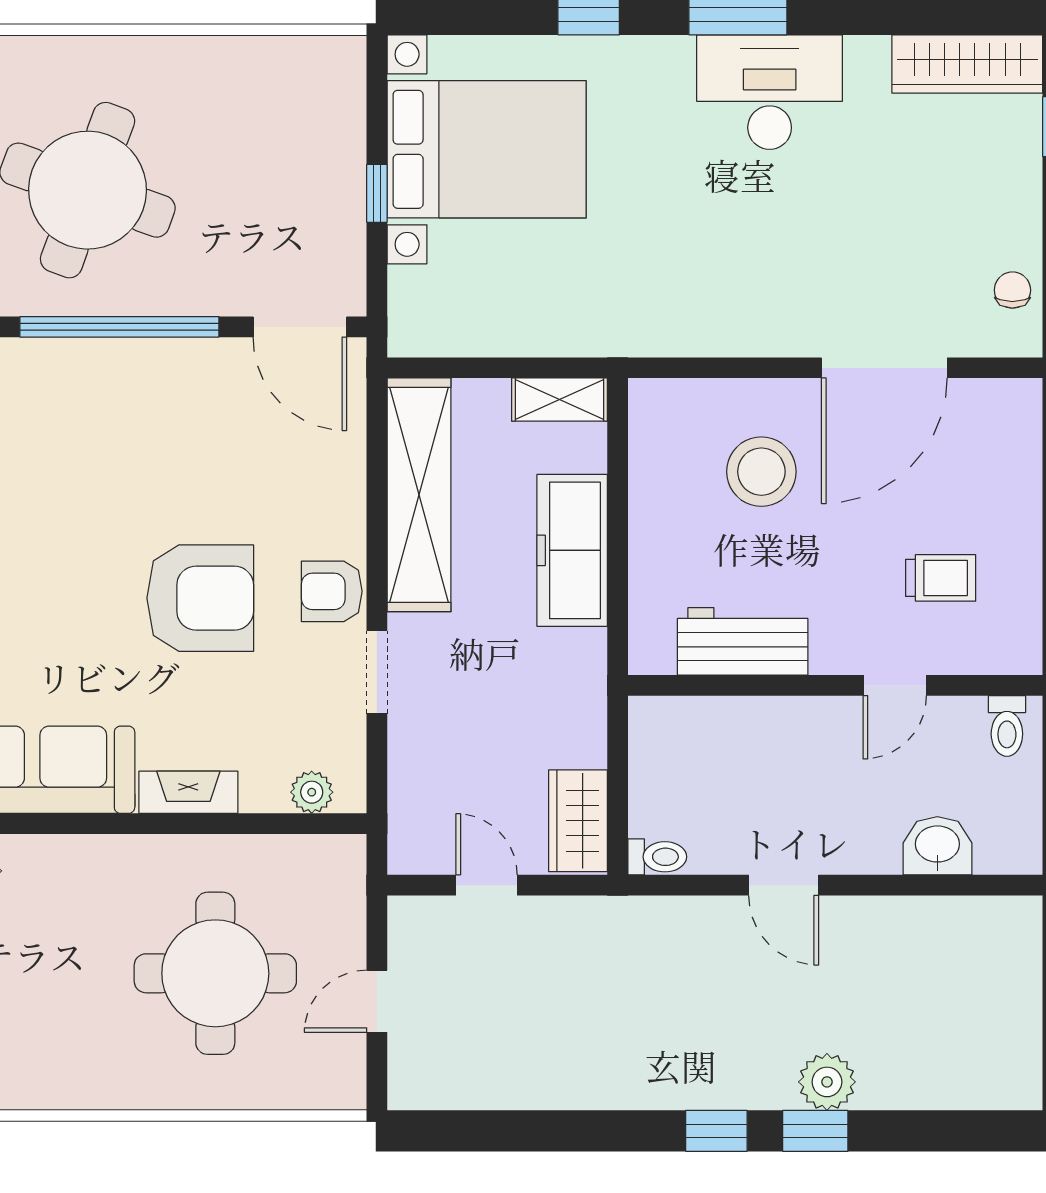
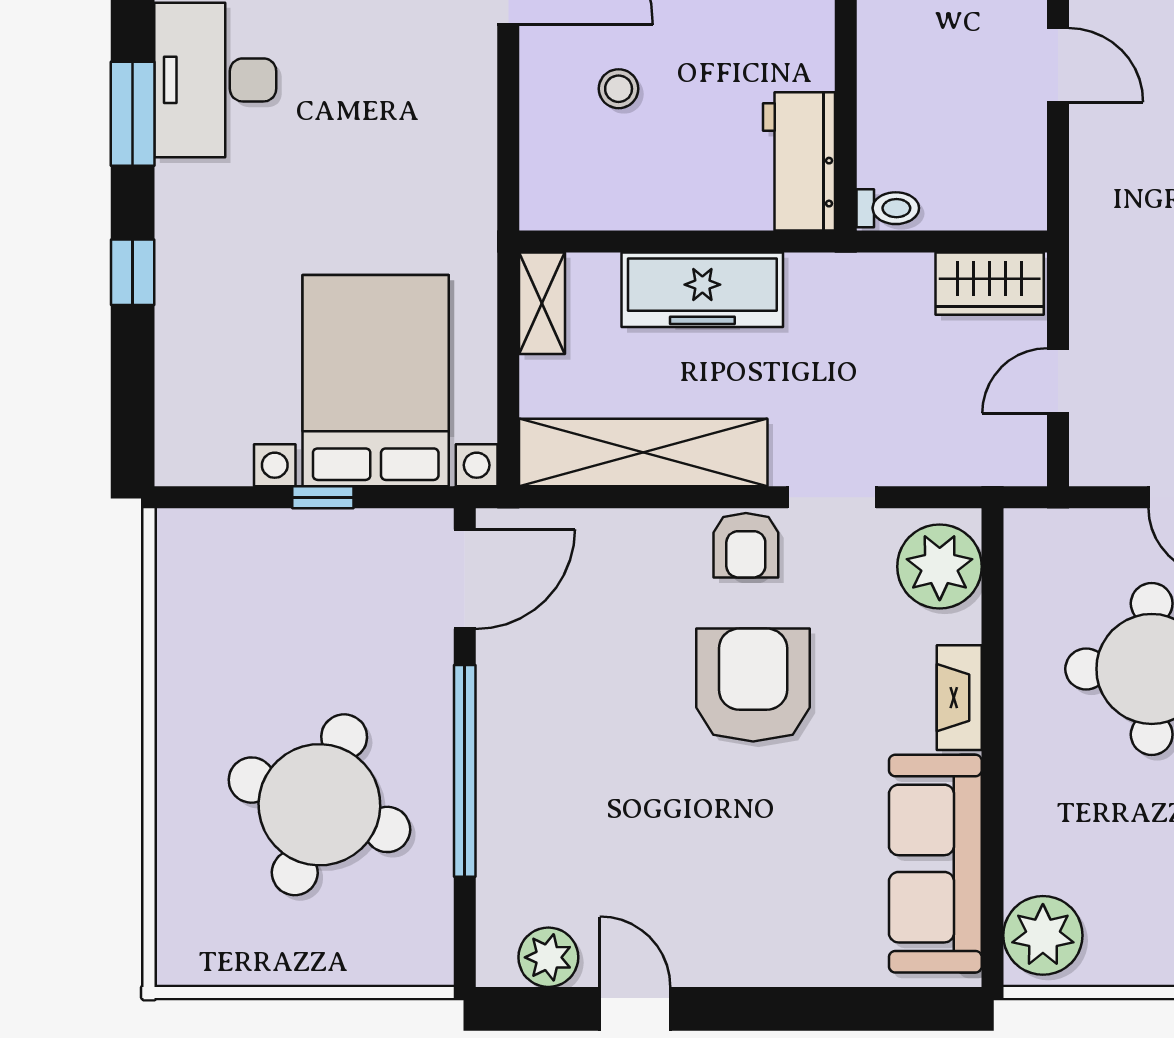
bed with nightstands: (487, 149) -> (376, 381), moved
stool: (761, 472) -> (619, 89), width x0.53, depth x0.53
workbench: (743, 641) -> (799, 161), moved
plant: (312, 792) -> (940, 567), width x1.88, depth x1.88
toilet: (657, 857) -> (888, 208), moved, turned 90
door: (784, 885) -> (1058, 65), hinge flipped

